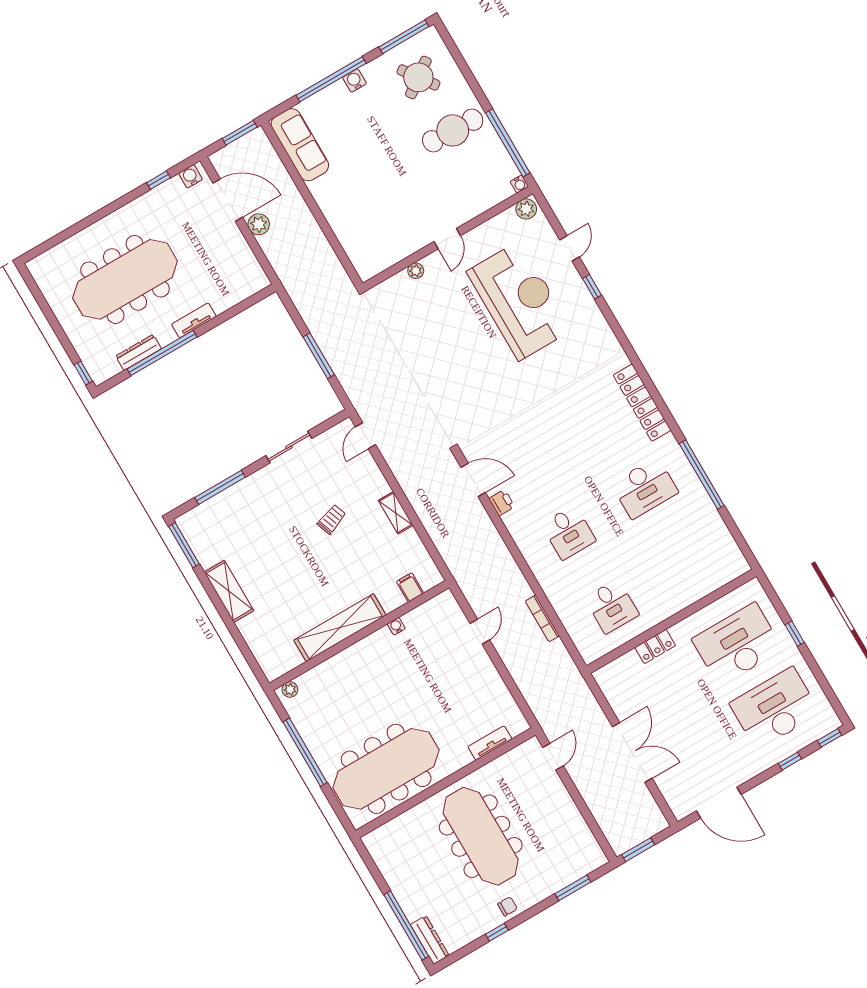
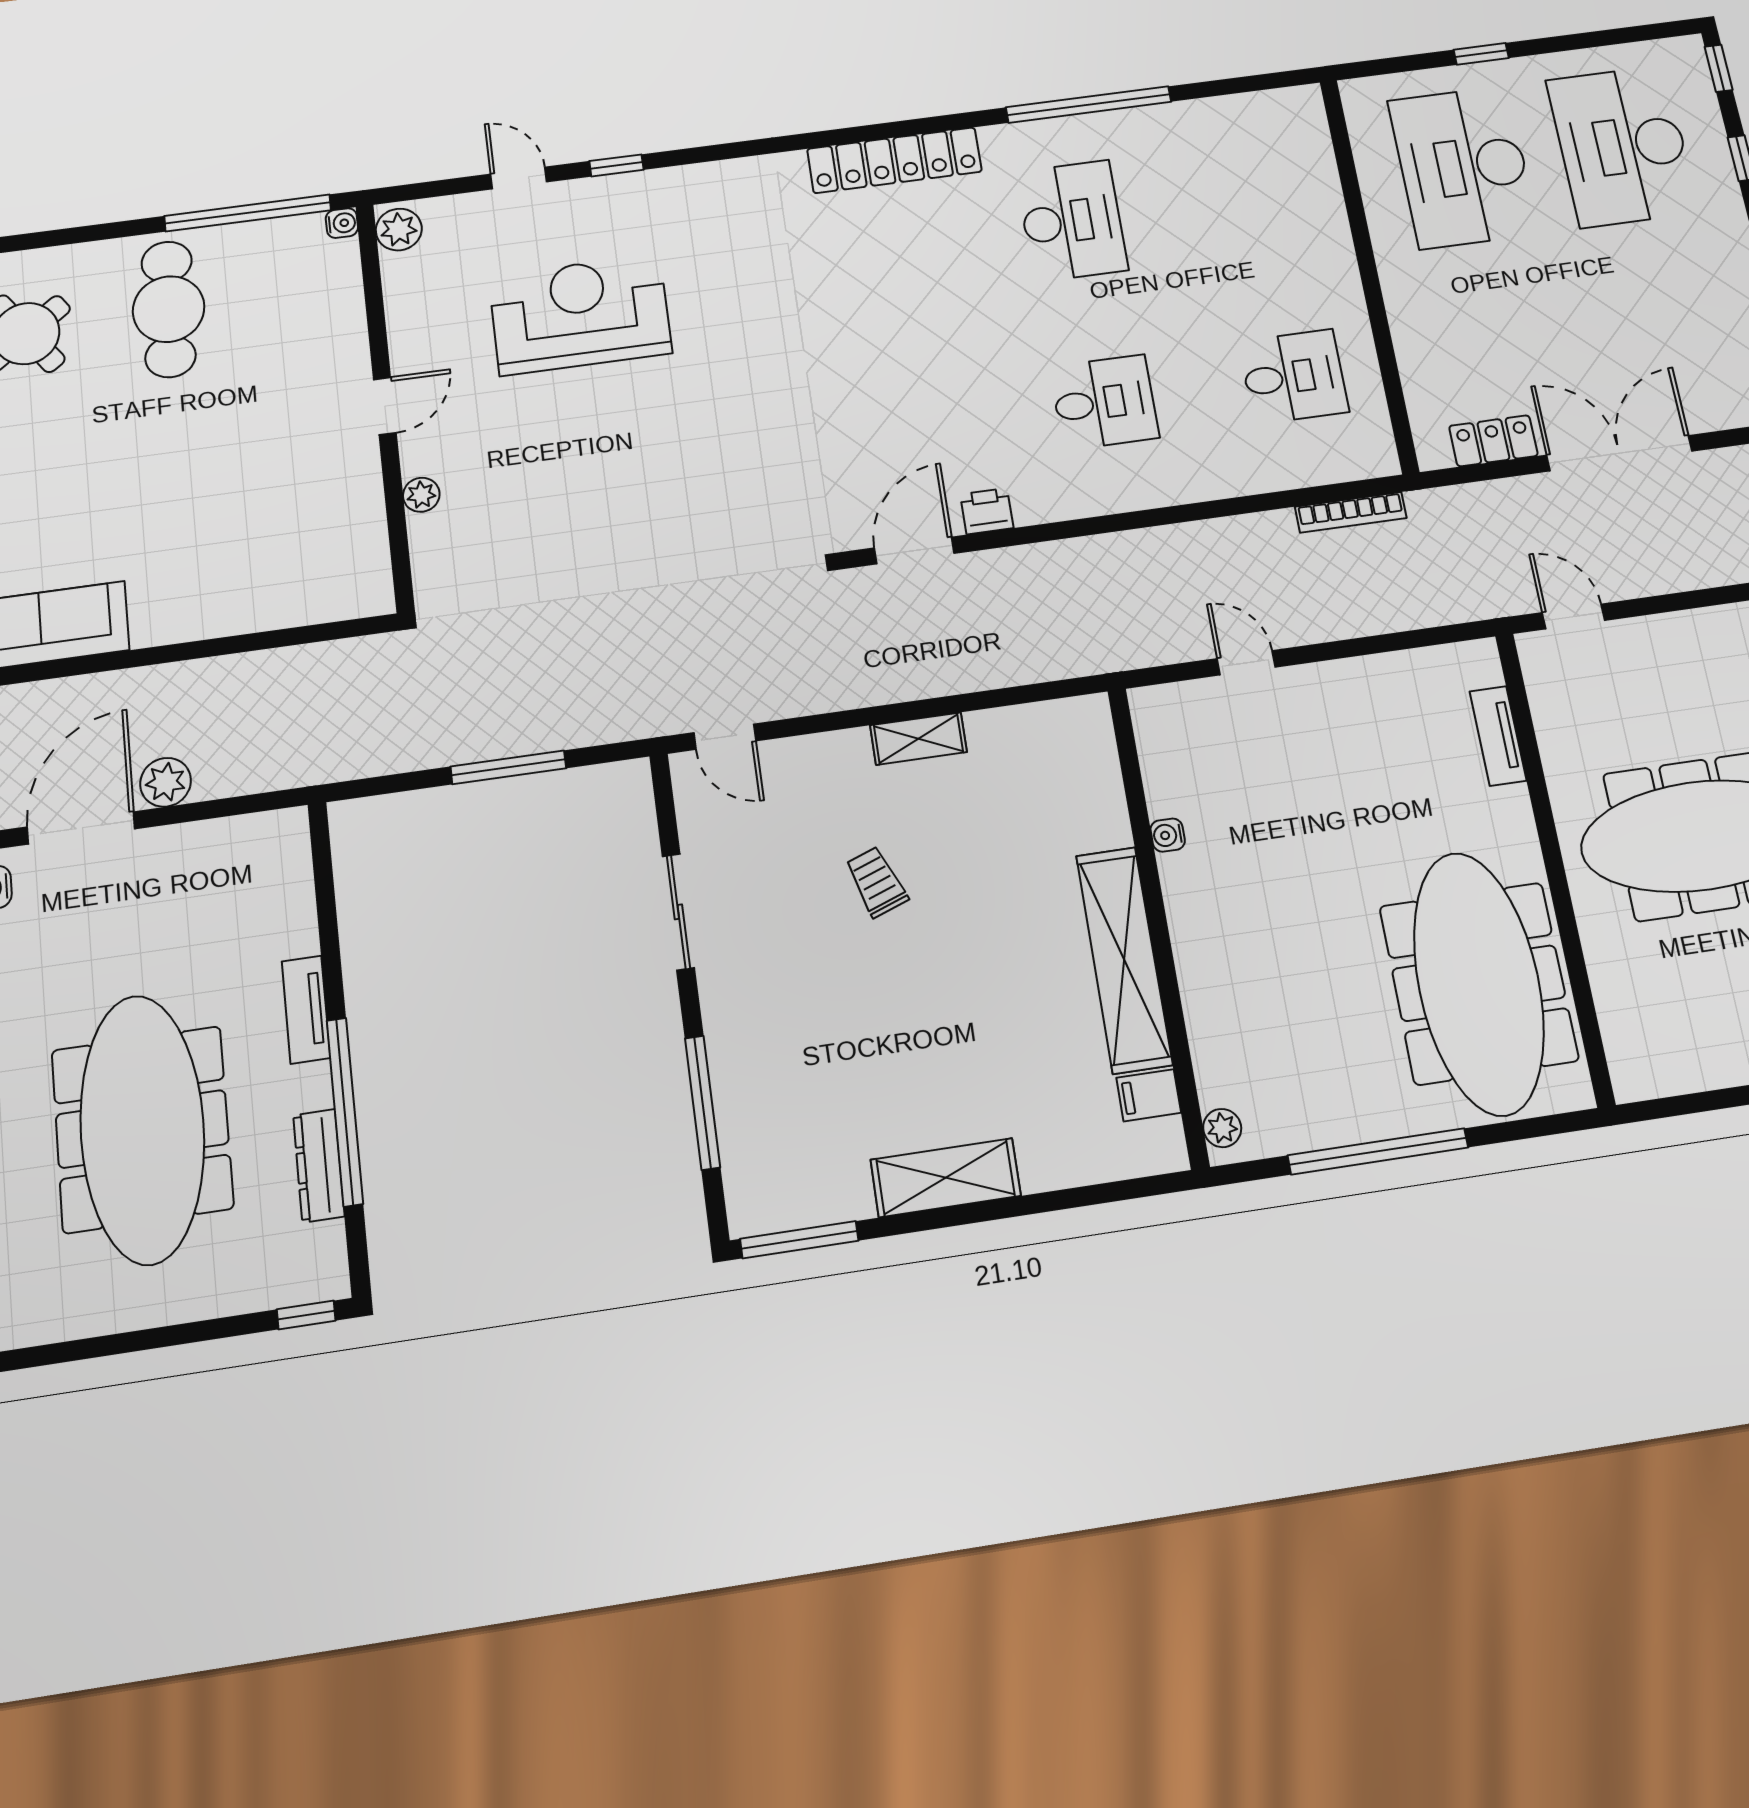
door: (447, 239) -> (385, 406), hinge flipped
reception desk: (519, 301) -> (580, 315), width x0.74, depth x0.77
filing cabinet: (410, 587) -> (1149, 1095), moved
bookcase: (542, 618) -> (1351, 512), moved
locker: (655, 646) -> (1493, 441), moved, turned -90

